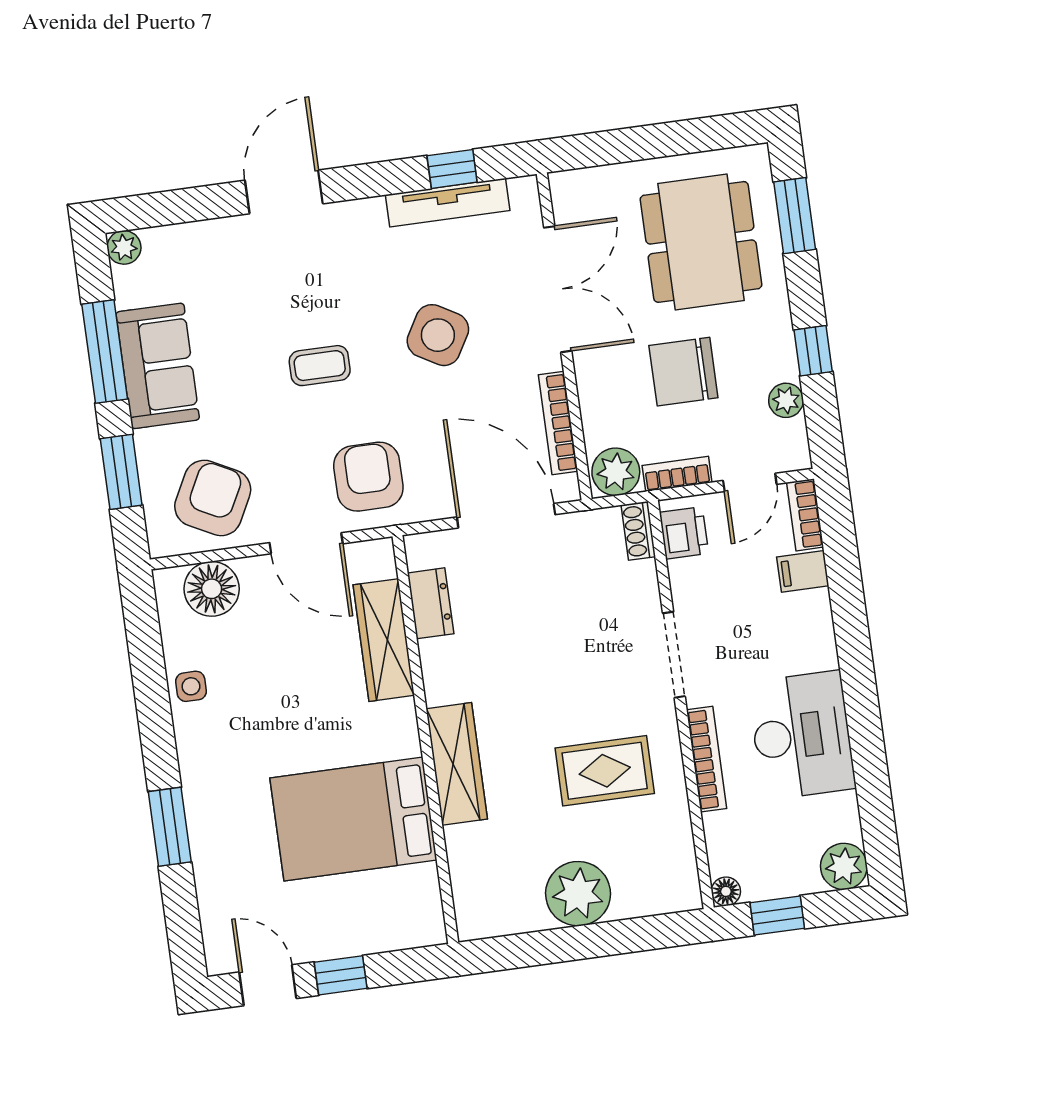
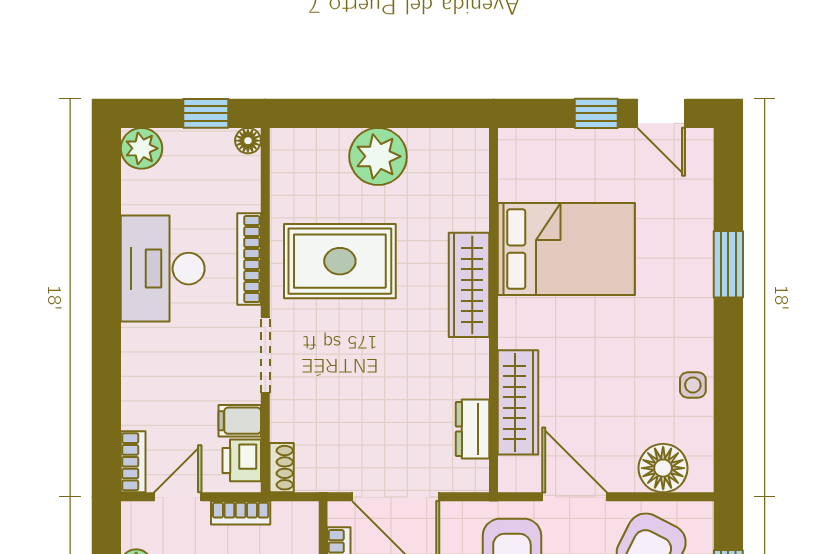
plant: (616, 472) -> (294, 522), removed
filing cabinet: (803, 571) -> (240, 421), moved, turned 180
rug: (605, 771) -> (340, 261), width x1.36, depth x1.43

